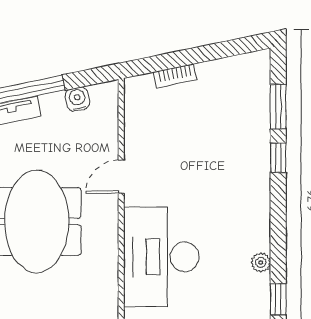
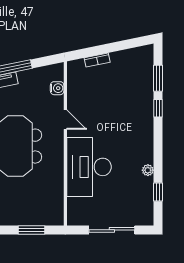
water cooler: (77, 99) -> (57, 88), moved, turned 102
door: (121, 177) -> (65, 120), swing flipped

